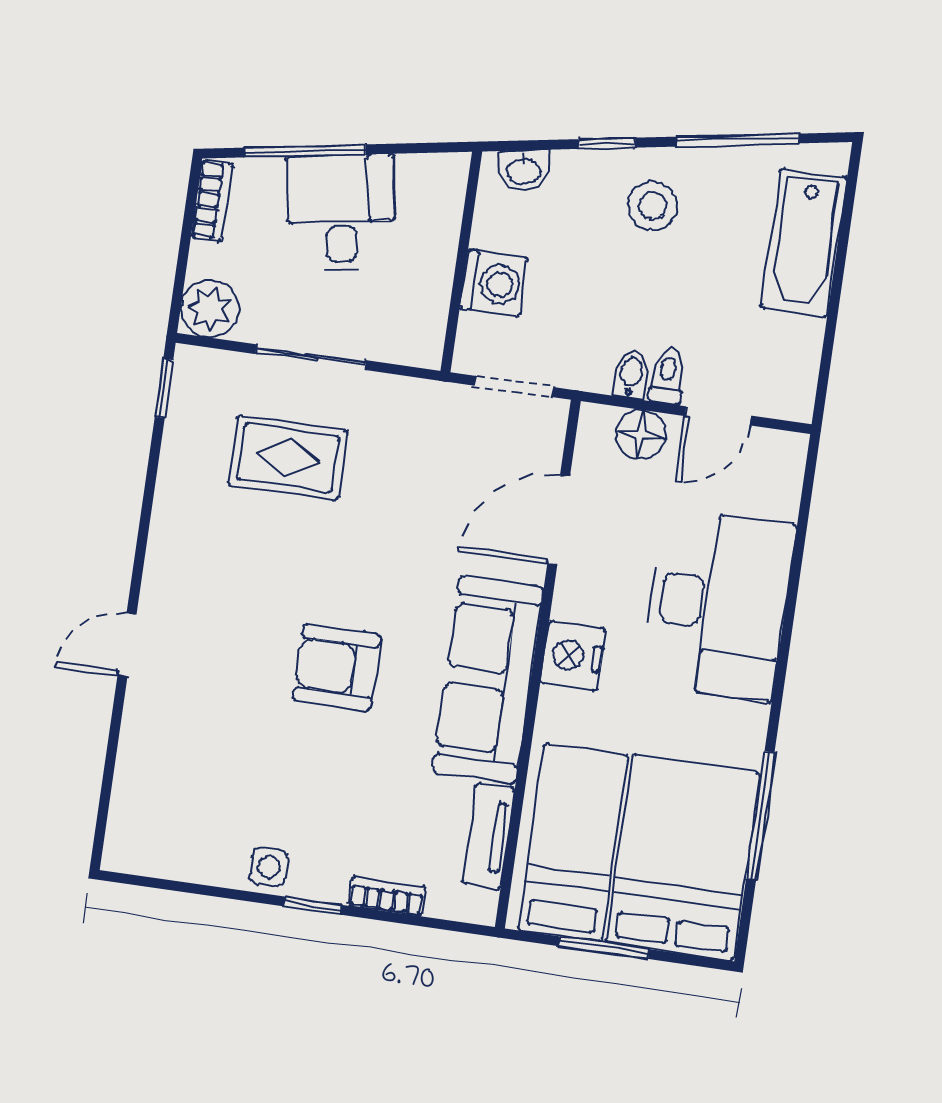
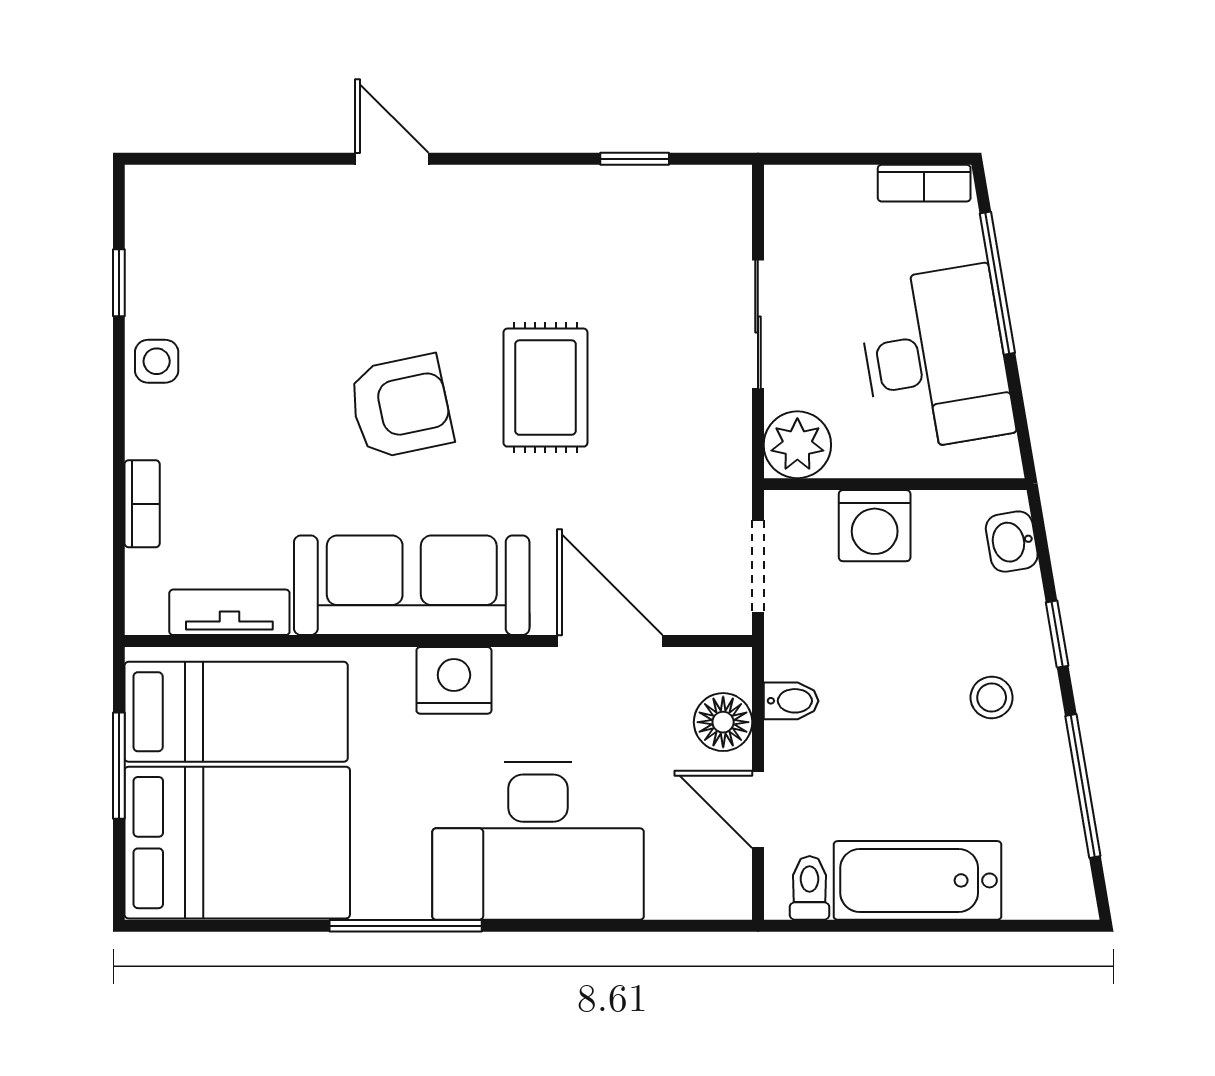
stool: (652, 206) -> (992, 697), width x0.73, depth x0.73
desk: (341, 213) -> (935, 359), width x1.37
bathtub: (804, 243) -> (918, 880), moved
plant: (210, 309) -> (797, 445), moved
toilet: (667, 376) -> (810, 888), moved, turned -90
window: (164, 388) -> (635, 159), moved
rug: (288, 458) -> (545, 388), moved
armchair: (337, 667) -> (401, 407), turned 78
window: (760, 816) -> (406, 926), moved
window: (313, 906) -> (119, 283), moved

